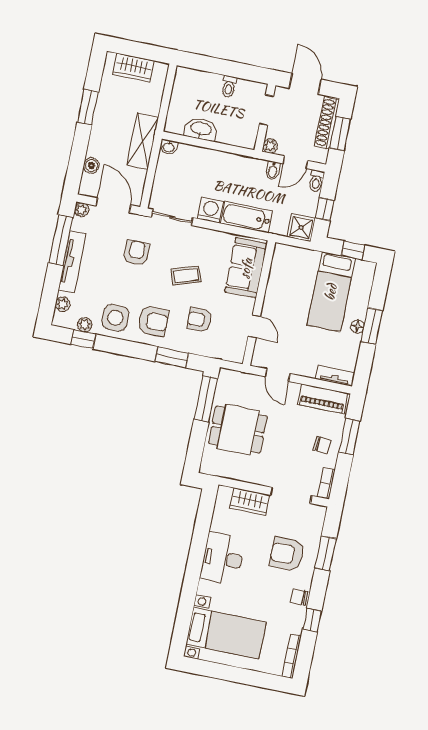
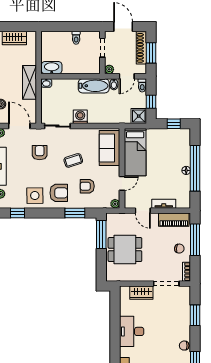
washbasin: (201, 129) -> (52, 68), moved
bathtub: (247, 217) -> (94, 86), moved, turned 180
bed: (331, 292) -> (135, 152), moved
plant: (85, 325) -> (115, 204), moved
door: (254, 326) -> (122, 183), hinge flipped
window: (372, 326) -> (195, 168), width x2.11
tv unit: (335, 376) -> (164, 204), moved
window: (349, 437) -> (195, 240), width x1.44
armchair: (287, 554) -> (171, 321), removed

